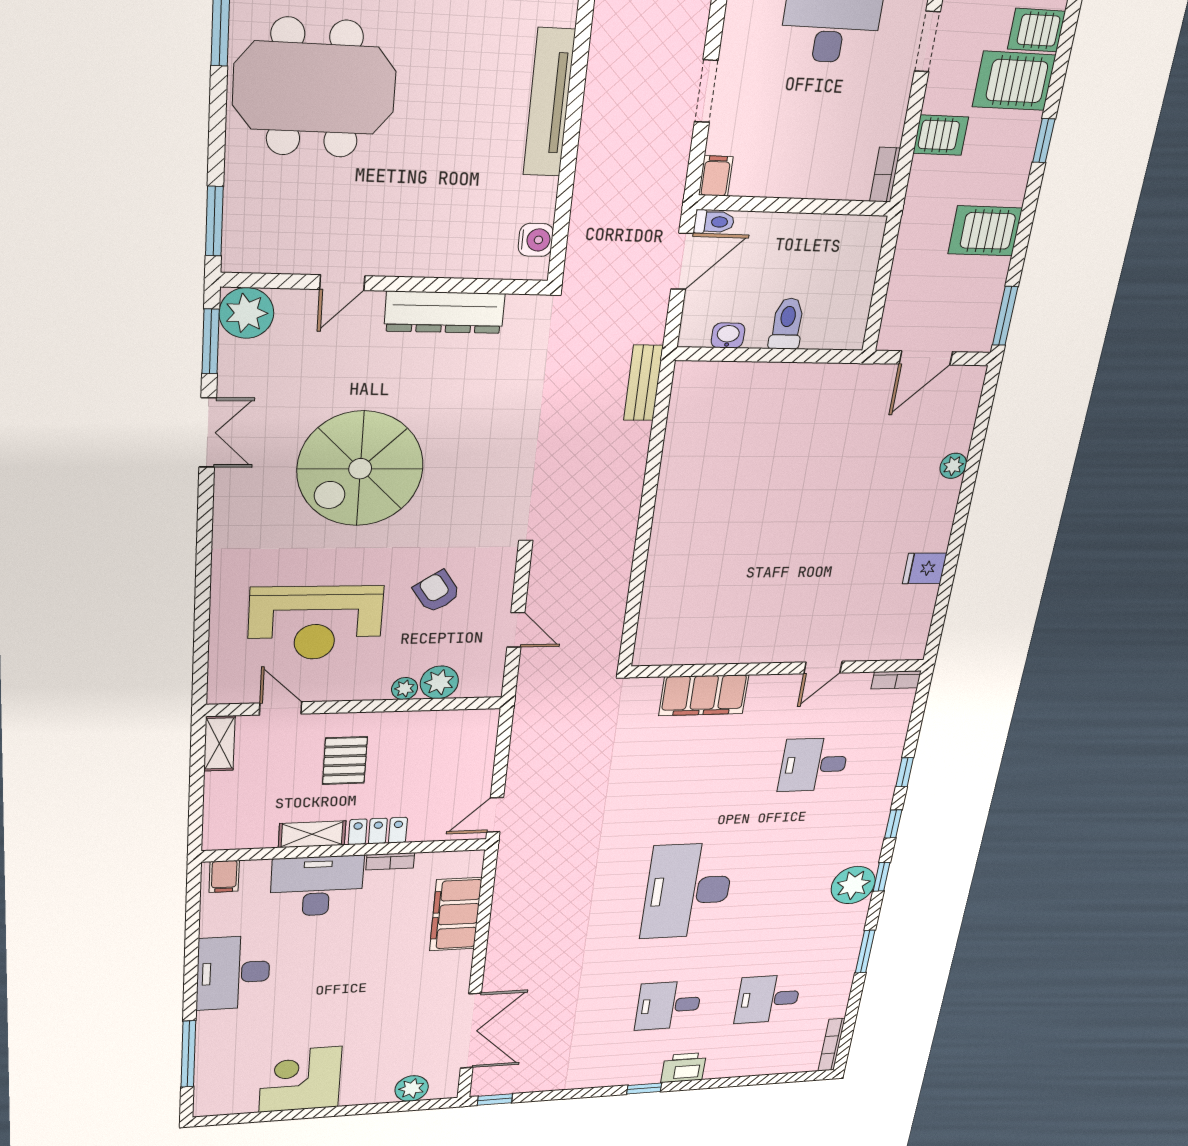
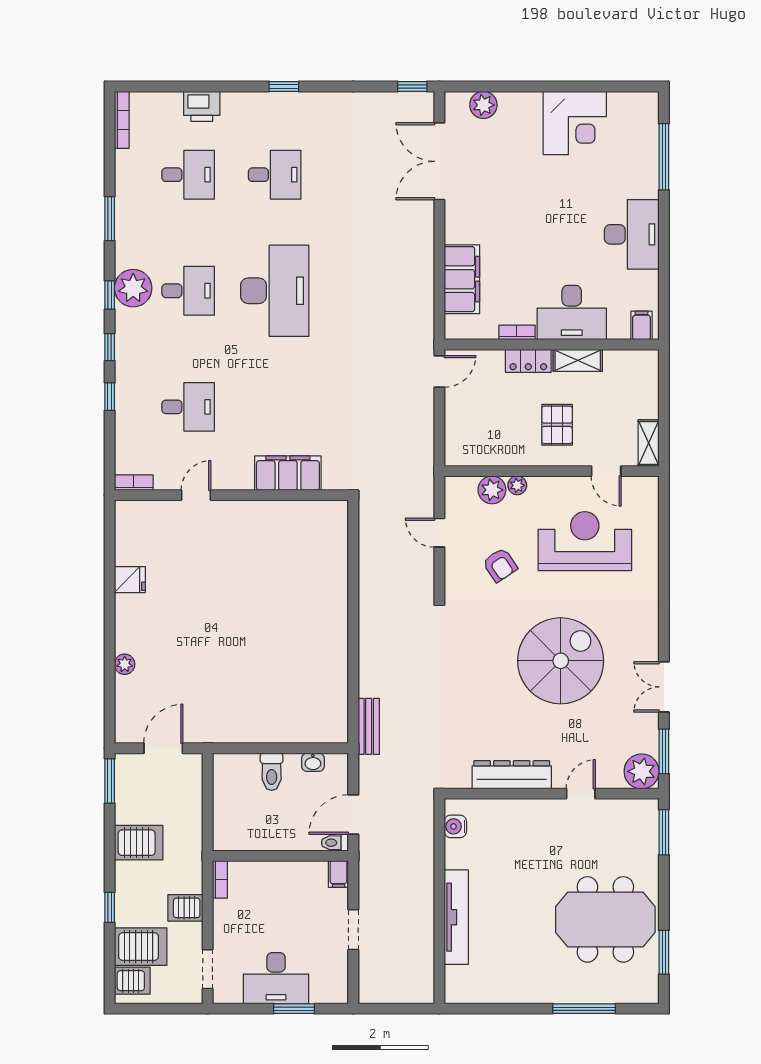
desk: (790, 886) -> (188, 291), added
printer: (684, 1068) -> (202, 106), moved

